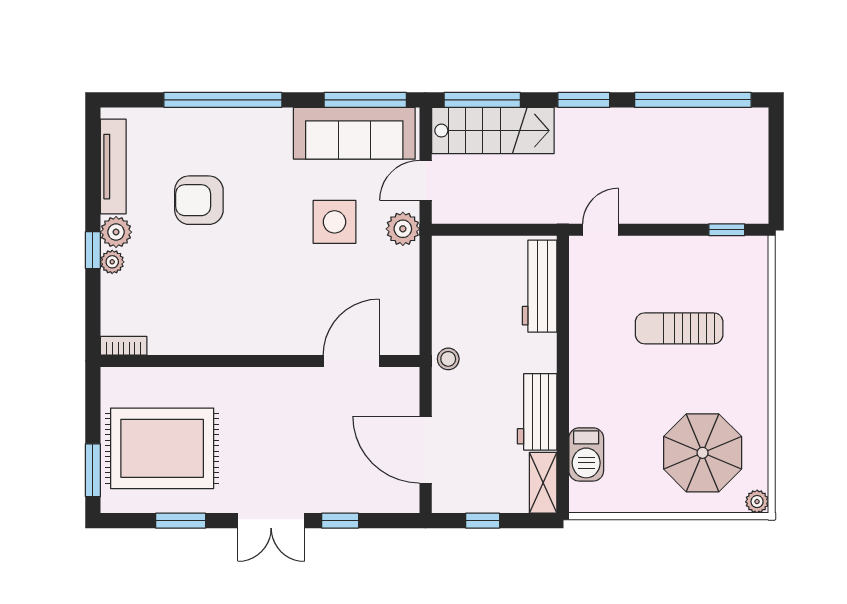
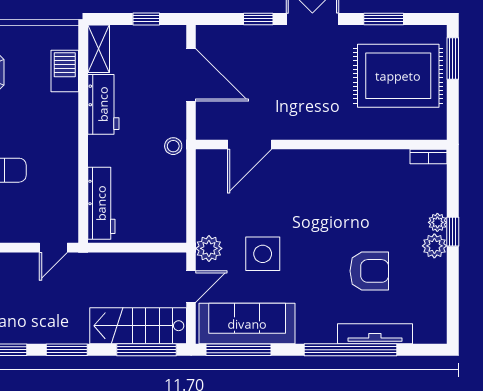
tv unit: (113, 167) -> (375, 334), moved, turned 90

